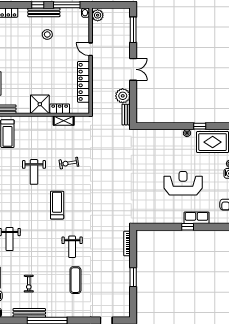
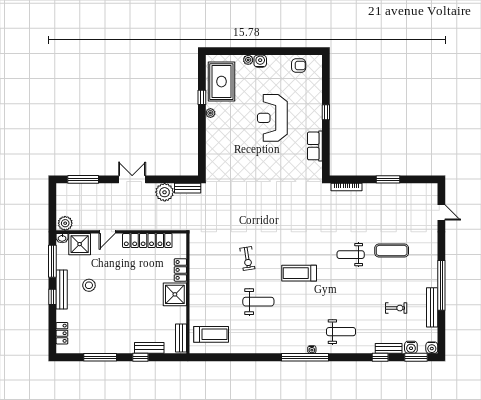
shower: (81, 27) -> (80, 244), added
shelving: (64, 121) -> (195, 265), removed
row of seats: (197, 218) -> (315, 146), moved
weight bench: (72, 247) -> (351, 255), turned 180

